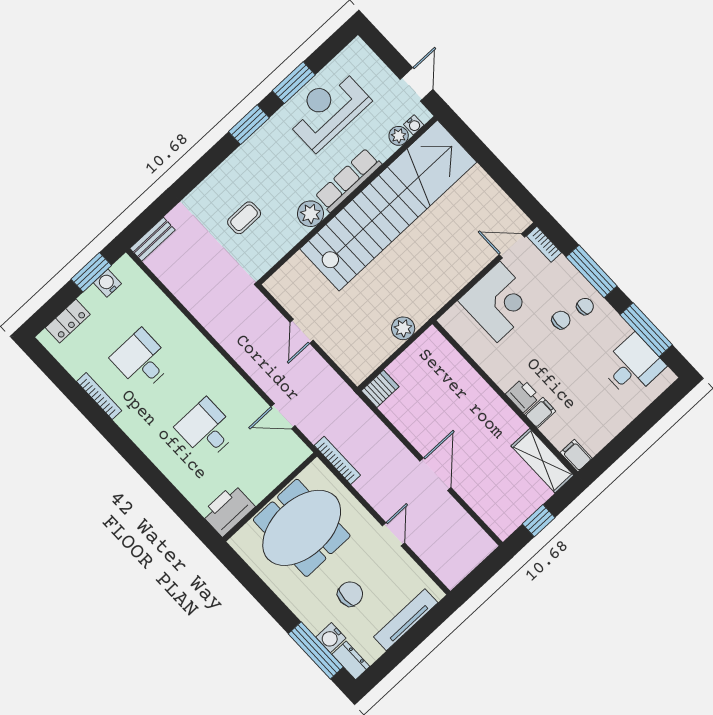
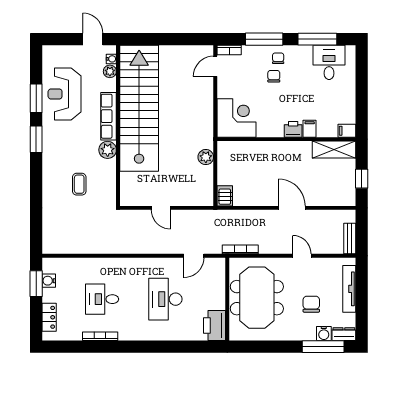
bench: (153, 239) -> (350, 239), moved
corner desk: (498, 302) -> (236, 118), moved
desk: (207, 429) -> (165, 299), width x1.37

